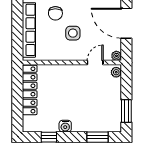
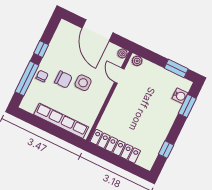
chair: (55, 13) -> (63, 80), moved
door: (126, 23) -> (98, 30), hinge flipped
water cooler: (65, 126) -> (180, 96), moved

